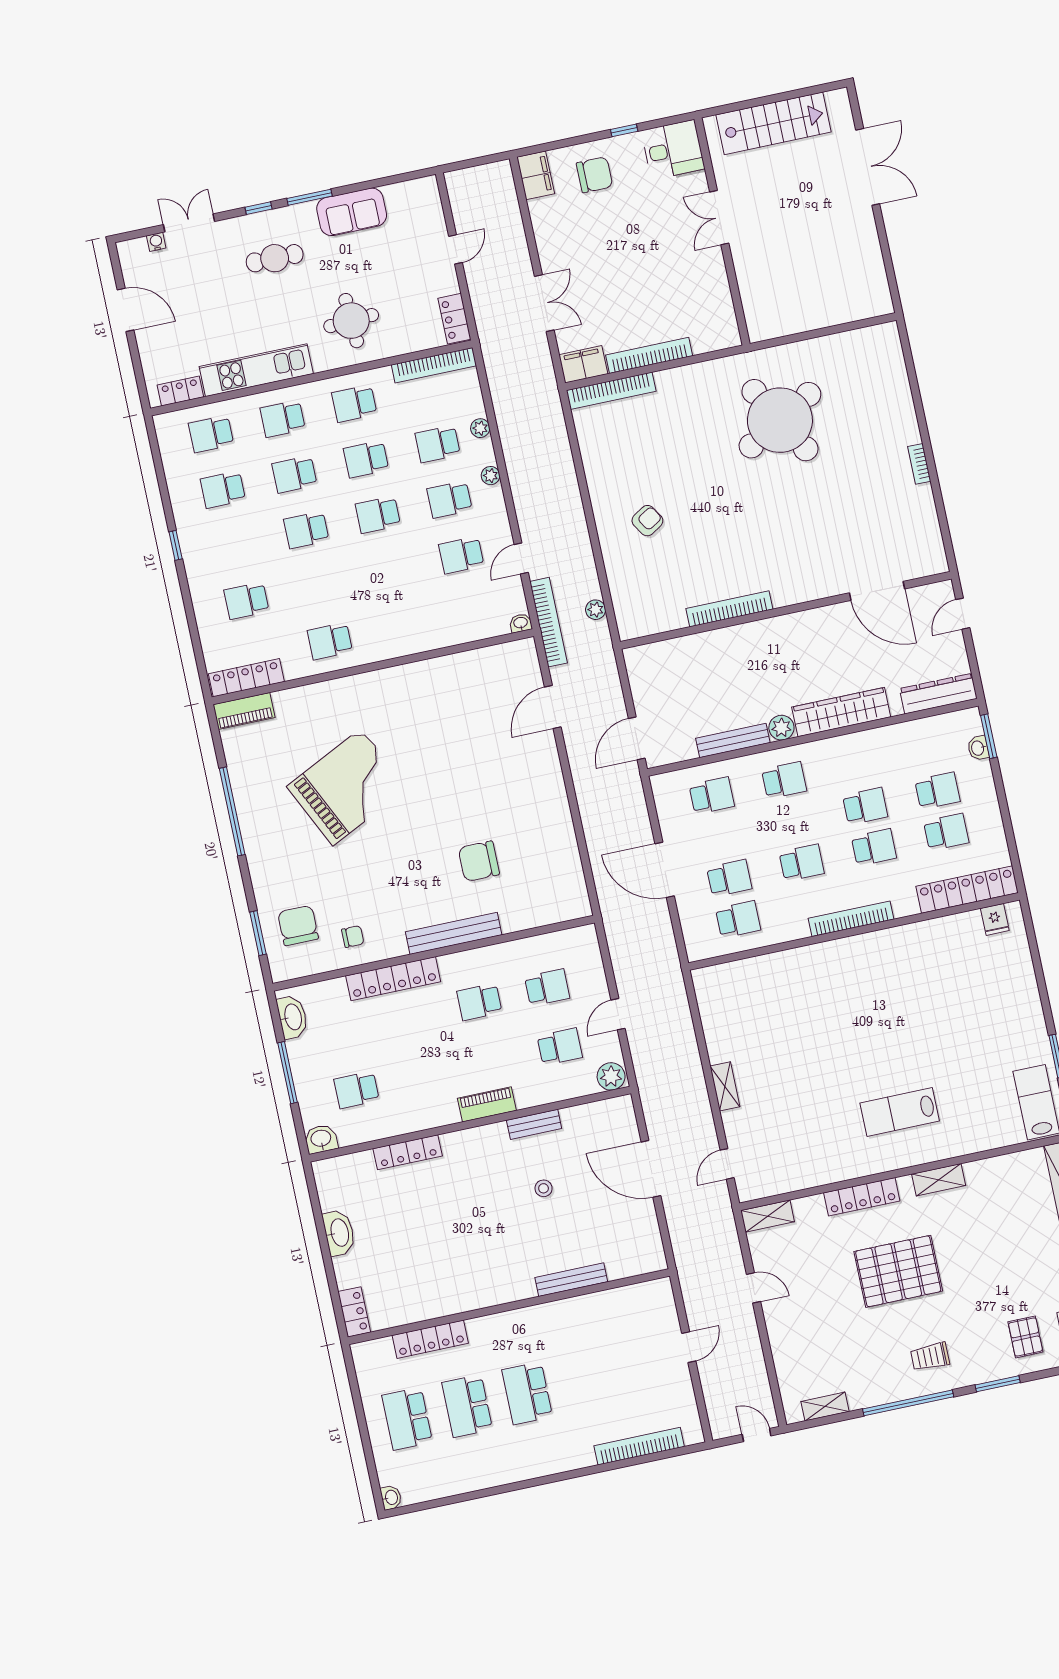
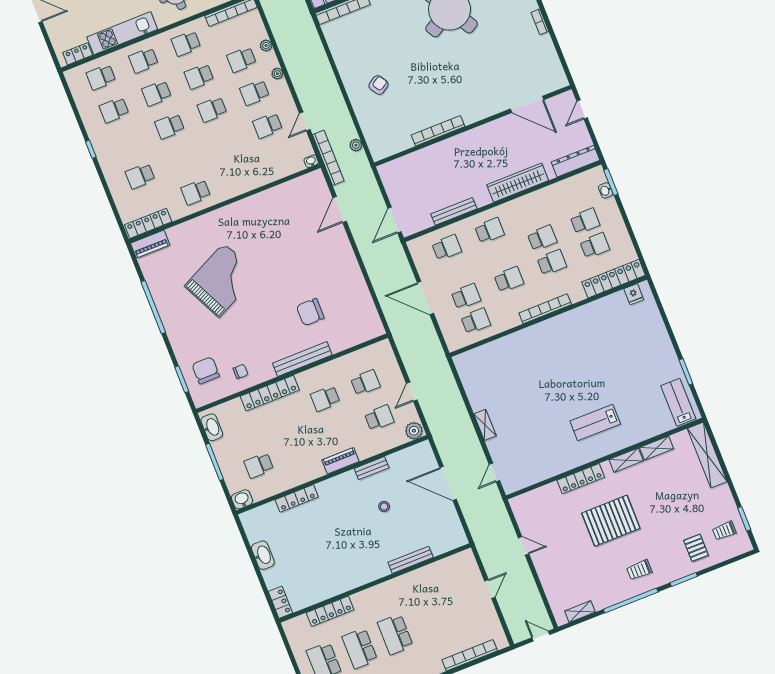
plant: (781, 728) -> (482, 198), removed
shelving: (768, 1216) -> (657, 448), moved

